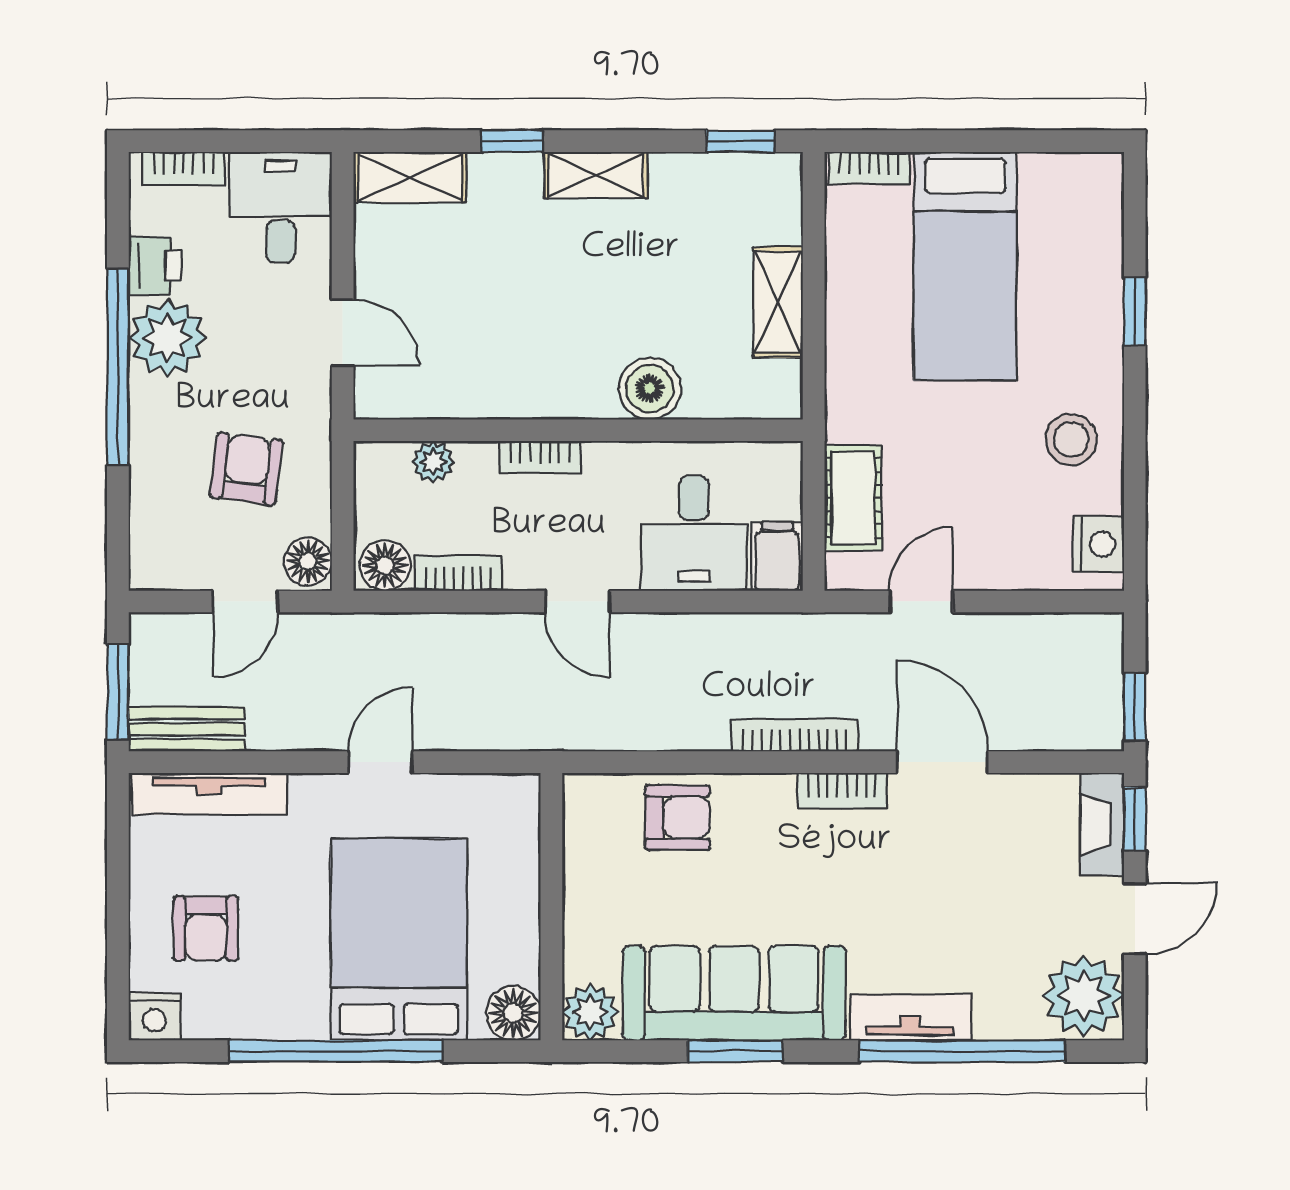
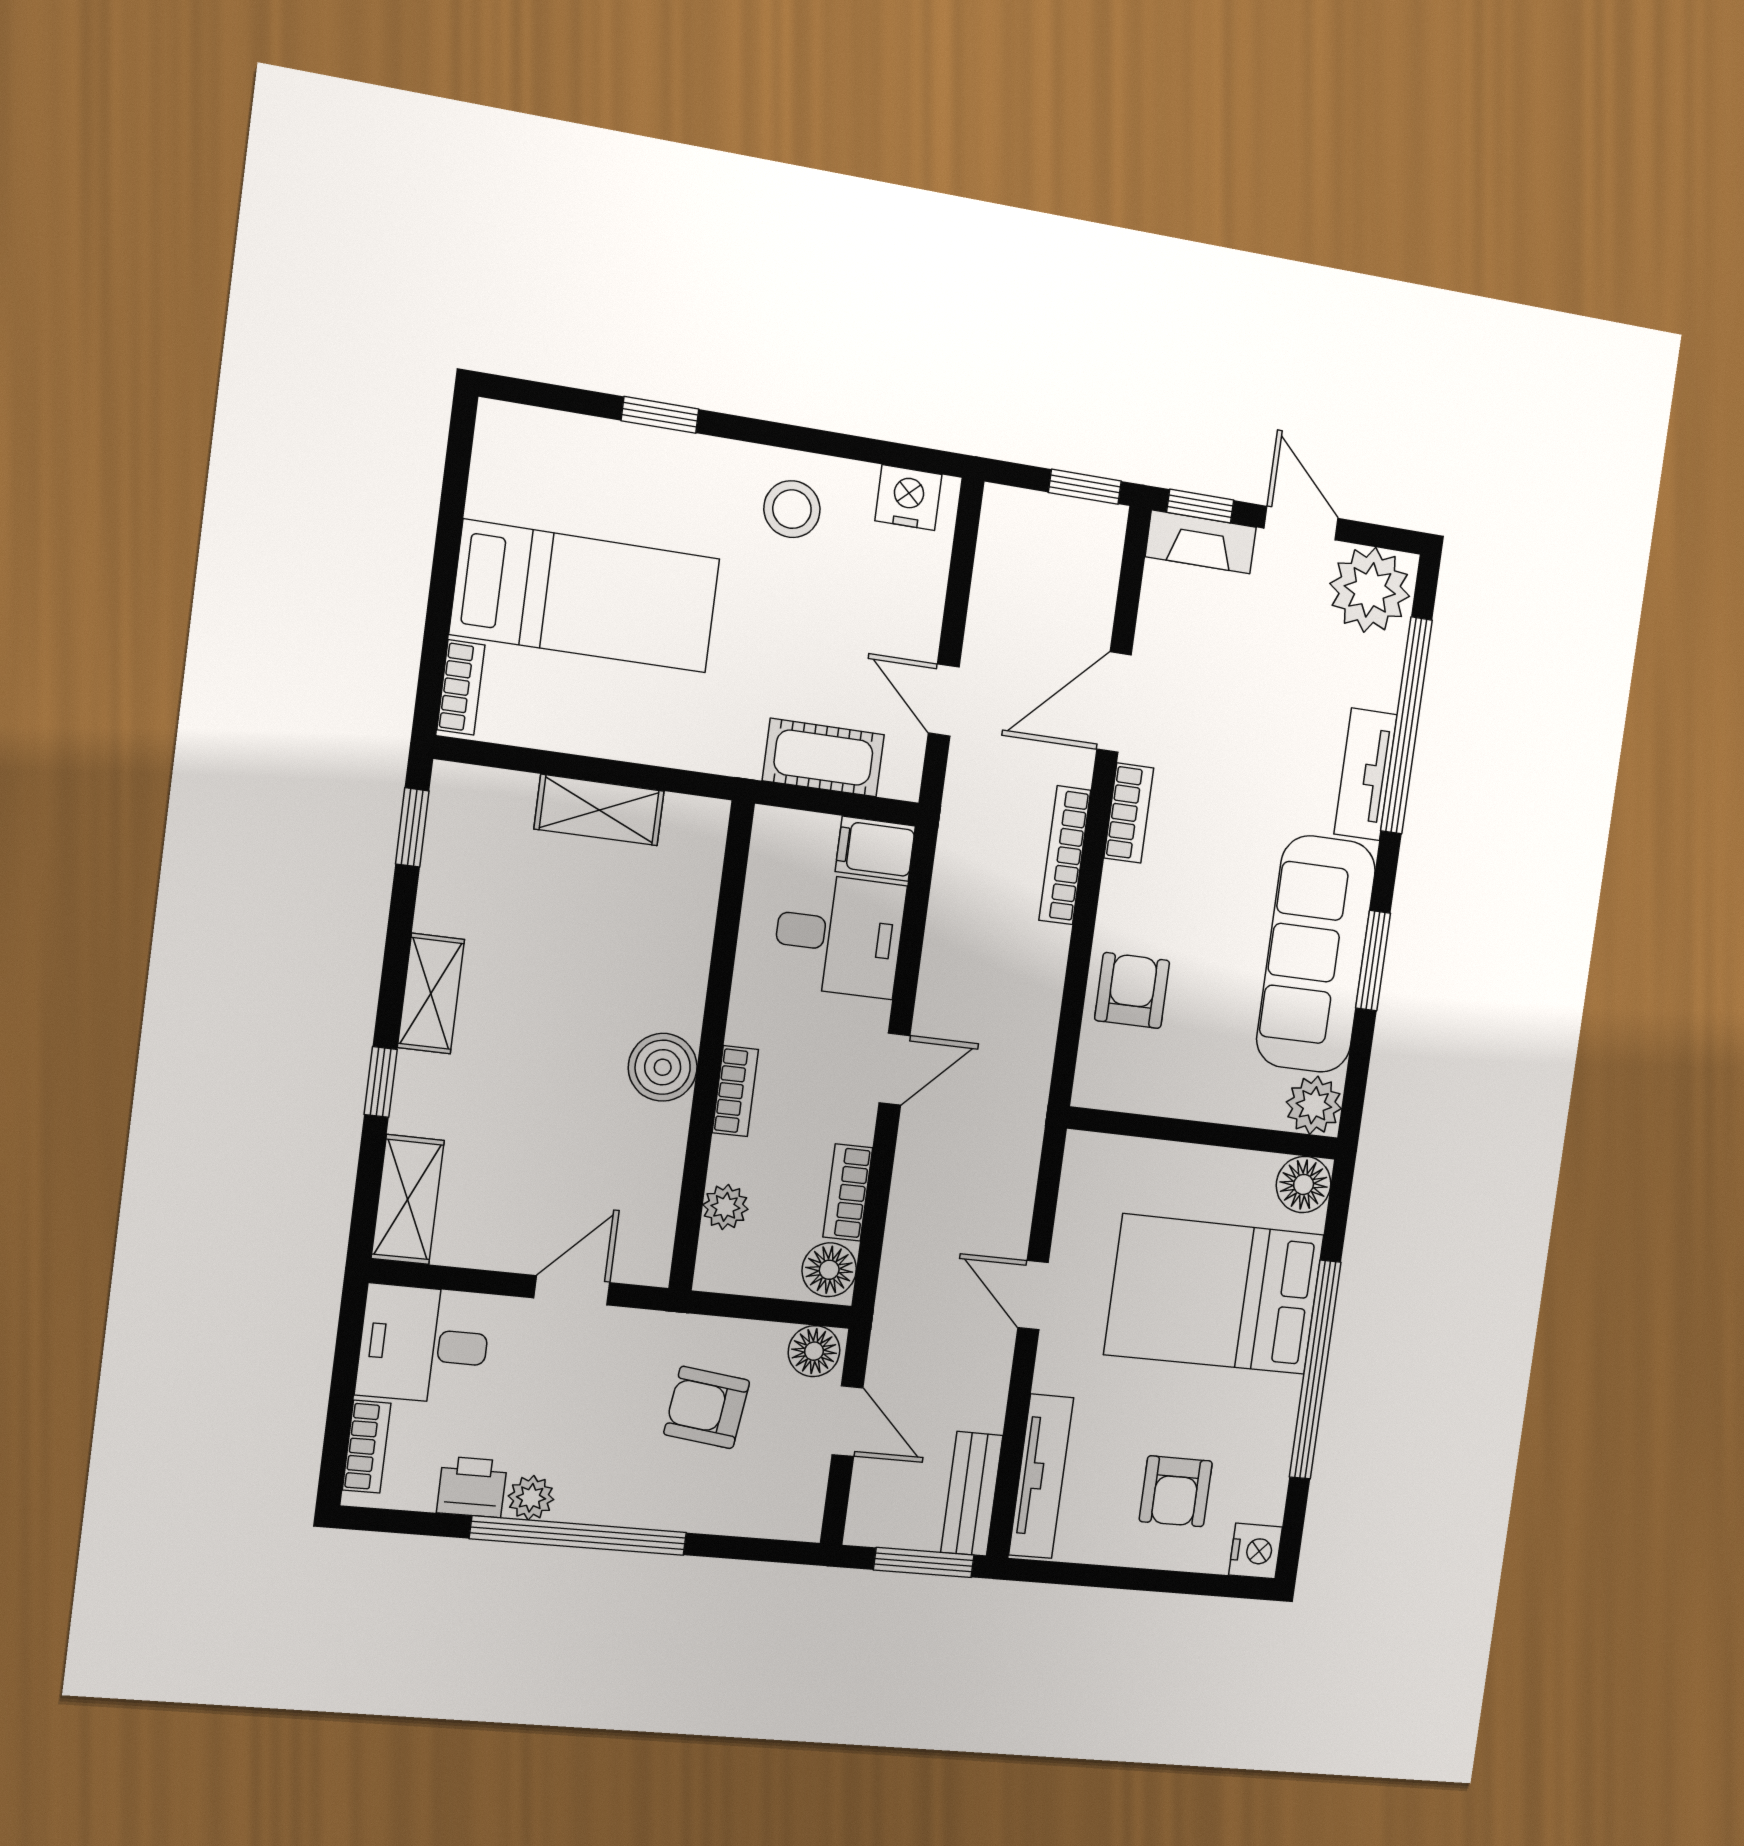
plant: (167, 338) -> (531, 1498), width x0.53, depth x0.53
boiler: (650, 388) -> (663, 1067), moved
armchair: (206, 928) -> (1176, 1491), turned 90

